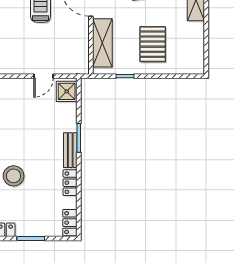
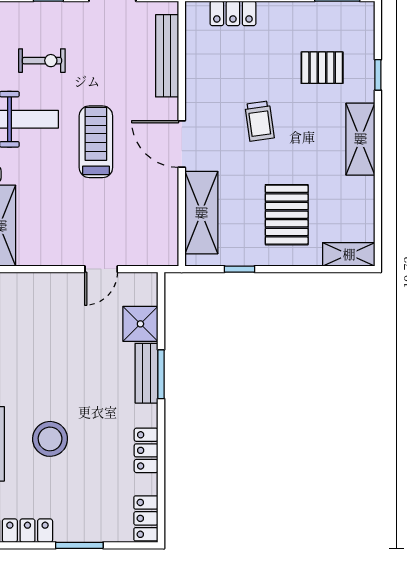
shelving: (189, 67) -> (349, 254), added
shower: (67, 91) -> (140, 324), moved
bench: (70, 150) -> (147, 373), moved

